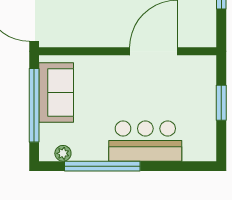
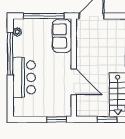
sofa: (56, 93) -> (62, 36), moved, turned 90
window: (221, 103) -> (57, 119), moved

